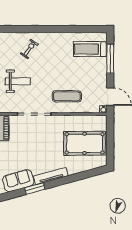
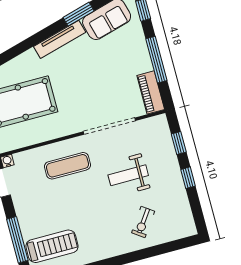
weight bench: (18, 81) -> (128, 175), moved

